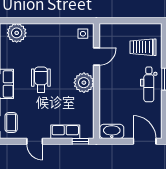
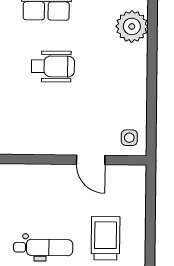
plant: (84, 83) -> (47, 138), removed
dental chair: (149, 84) -> (43, 247), turned 180

